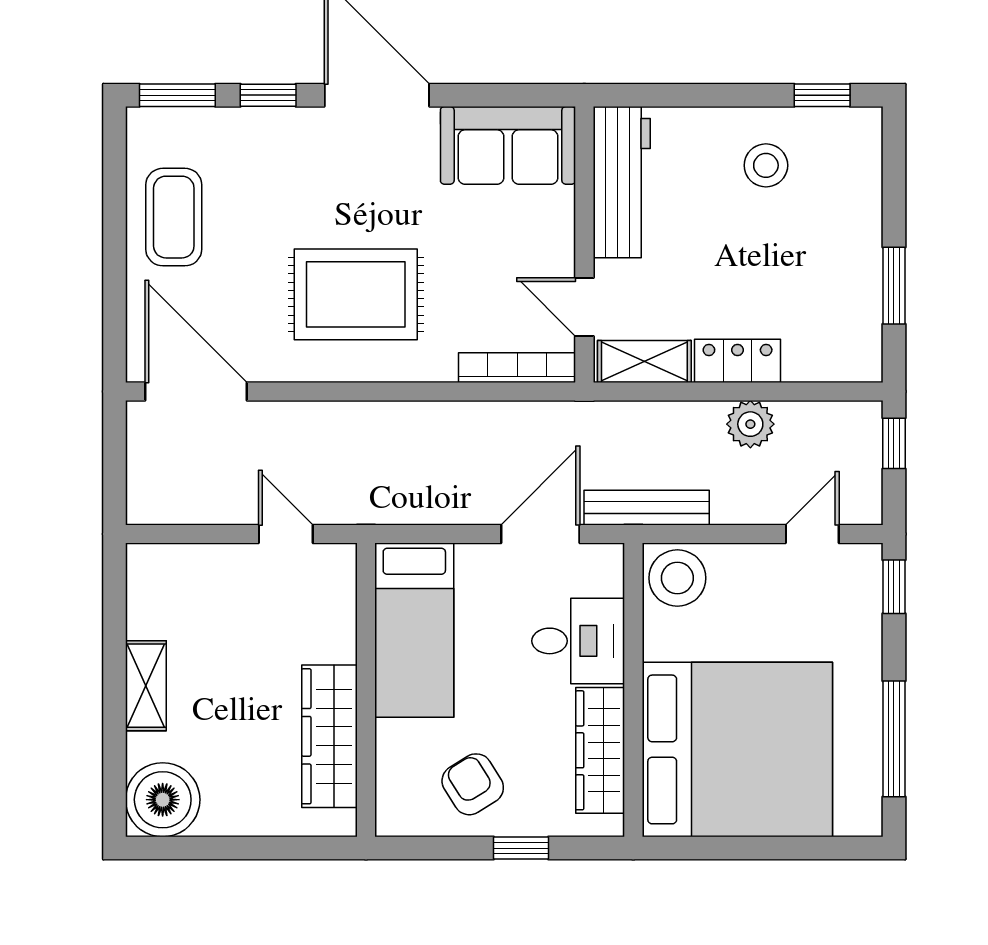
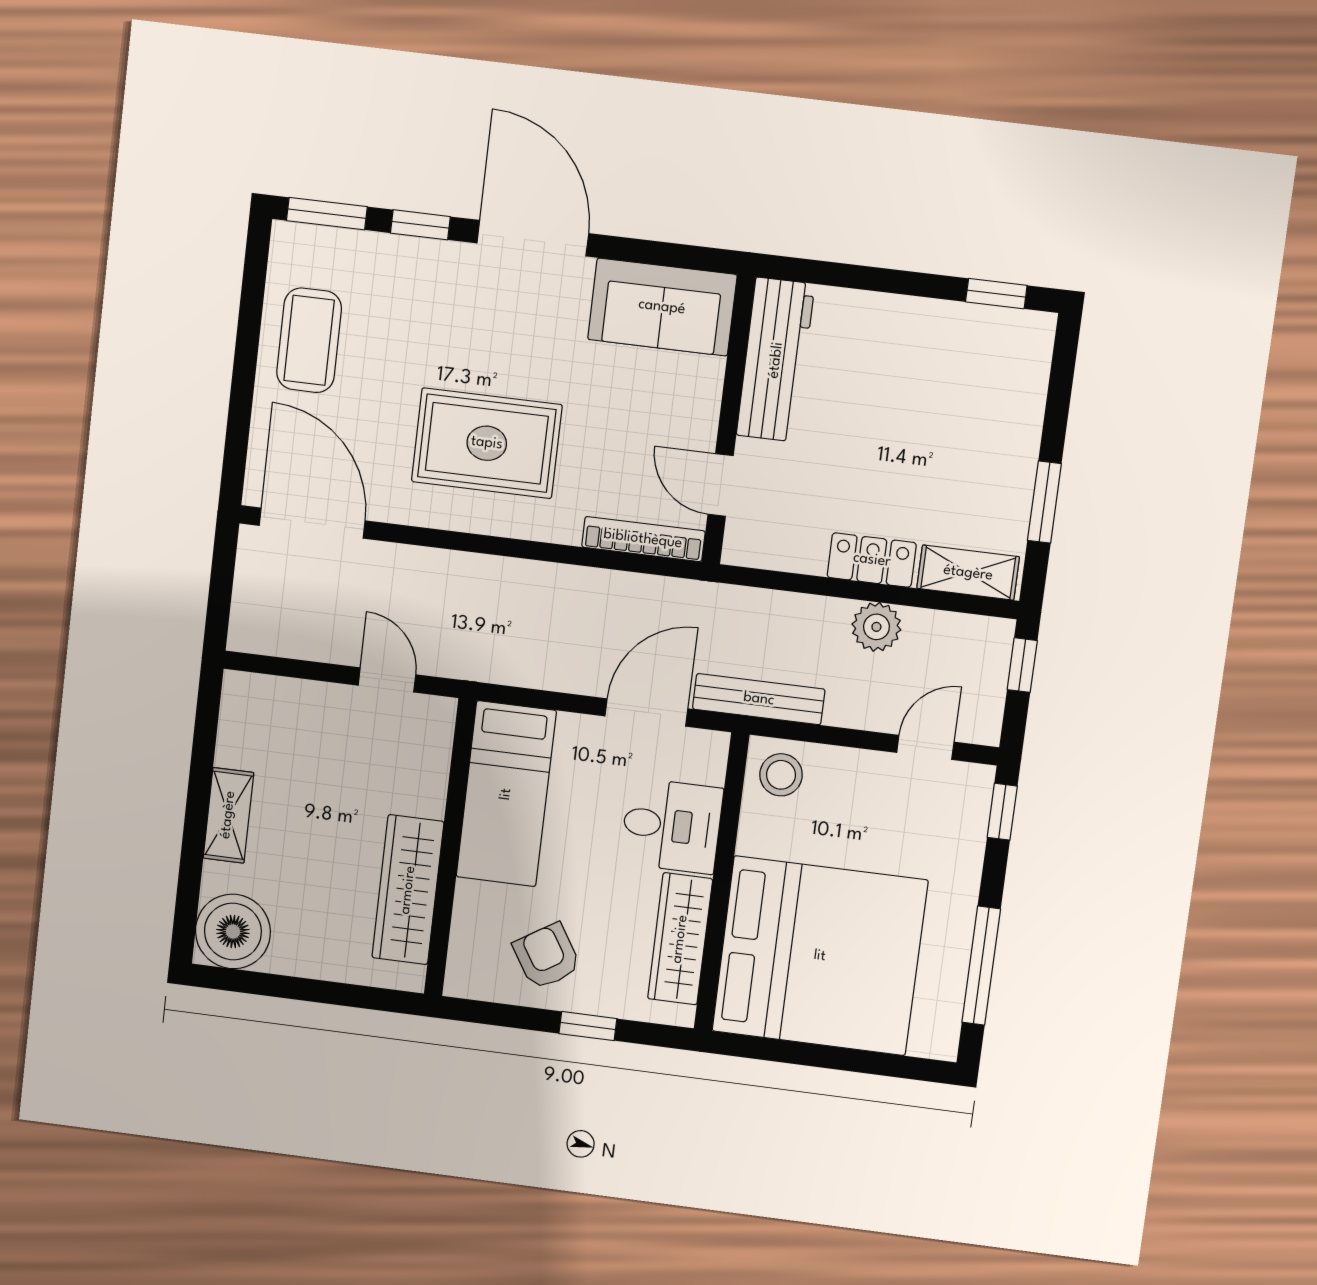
stool: (766, 165) -> (928, 360), removed
shelving: (644, 361) -> (968, 573), moved
stool: (677, 578) -> (781, 775), width x0.73, depth x0.73

